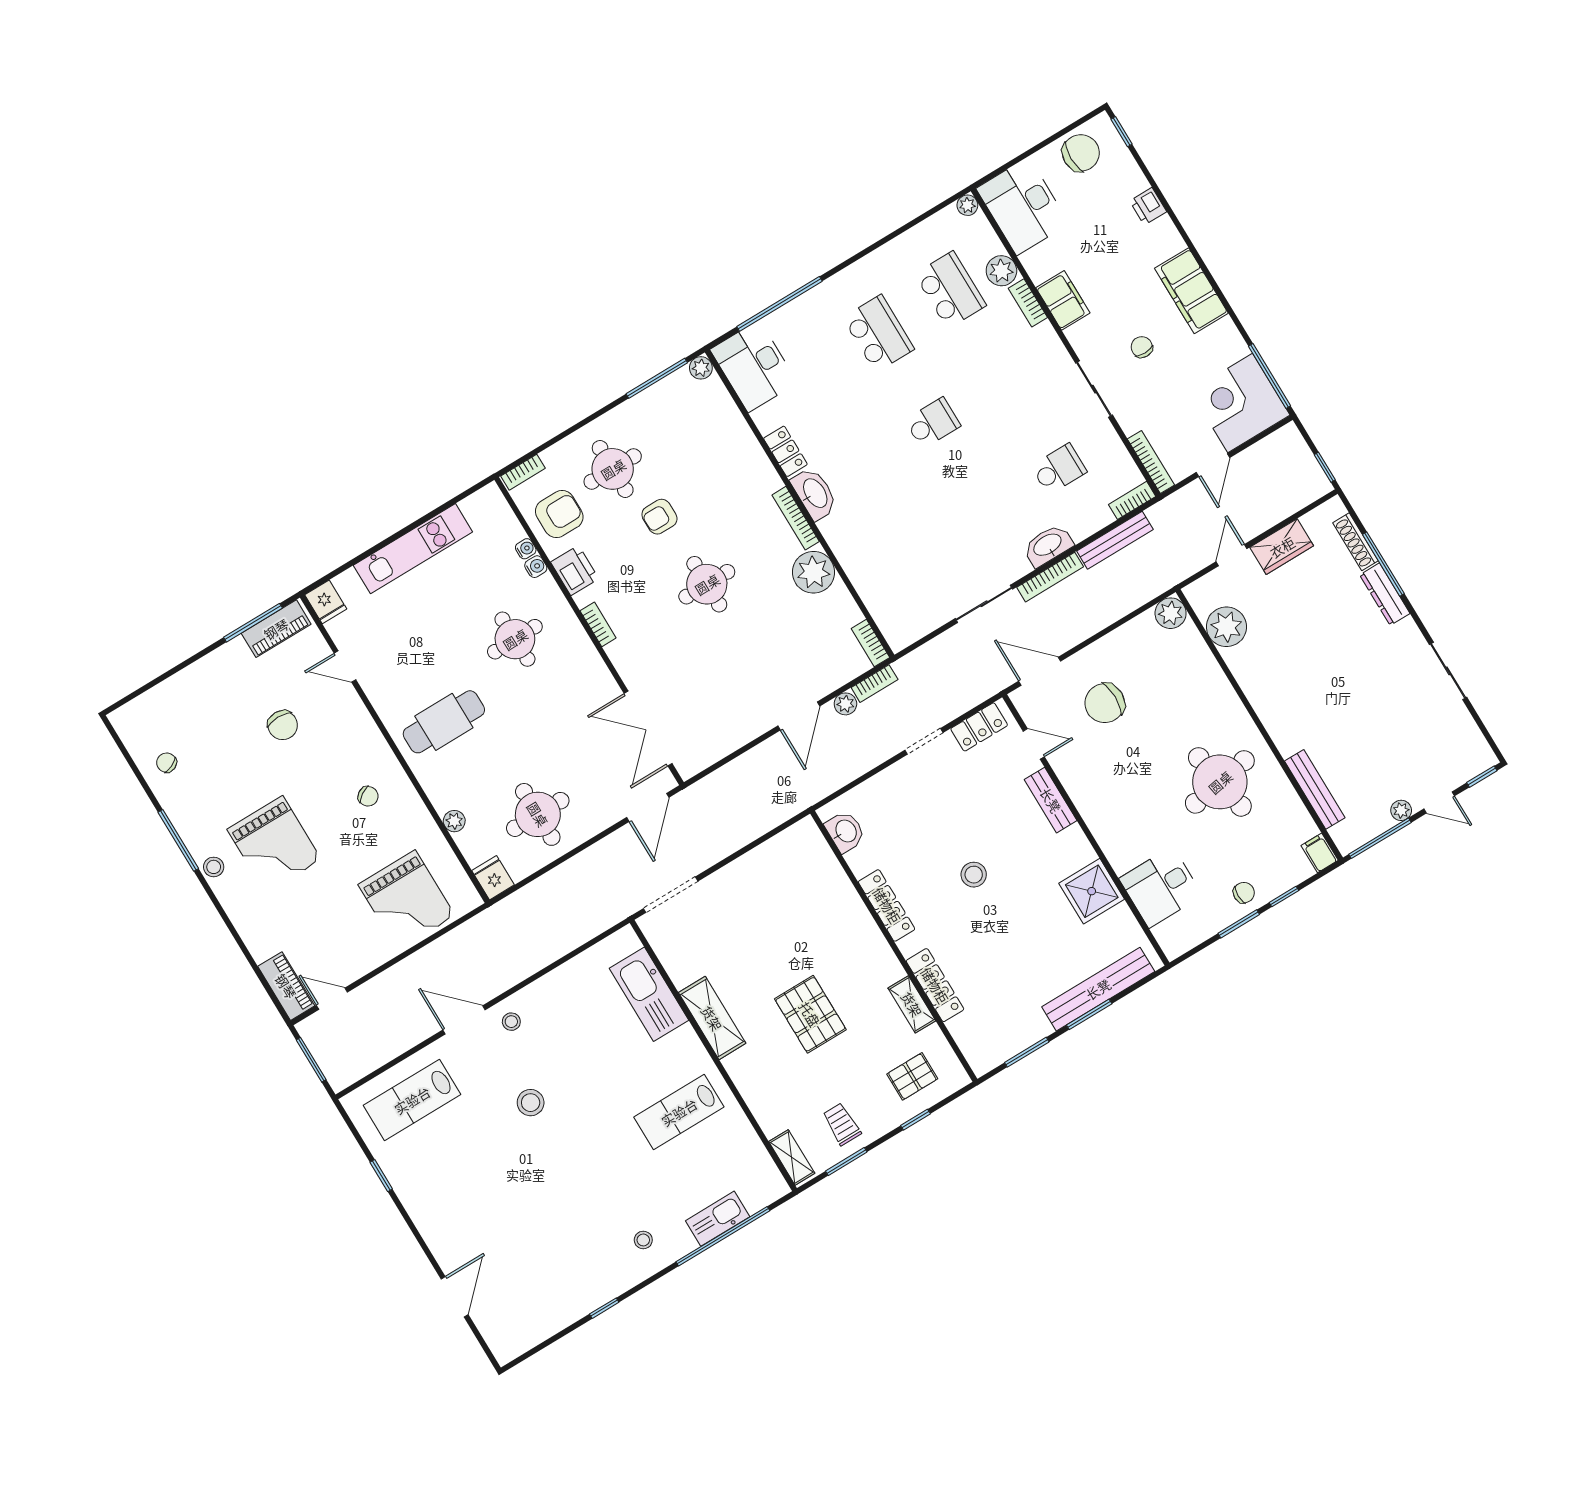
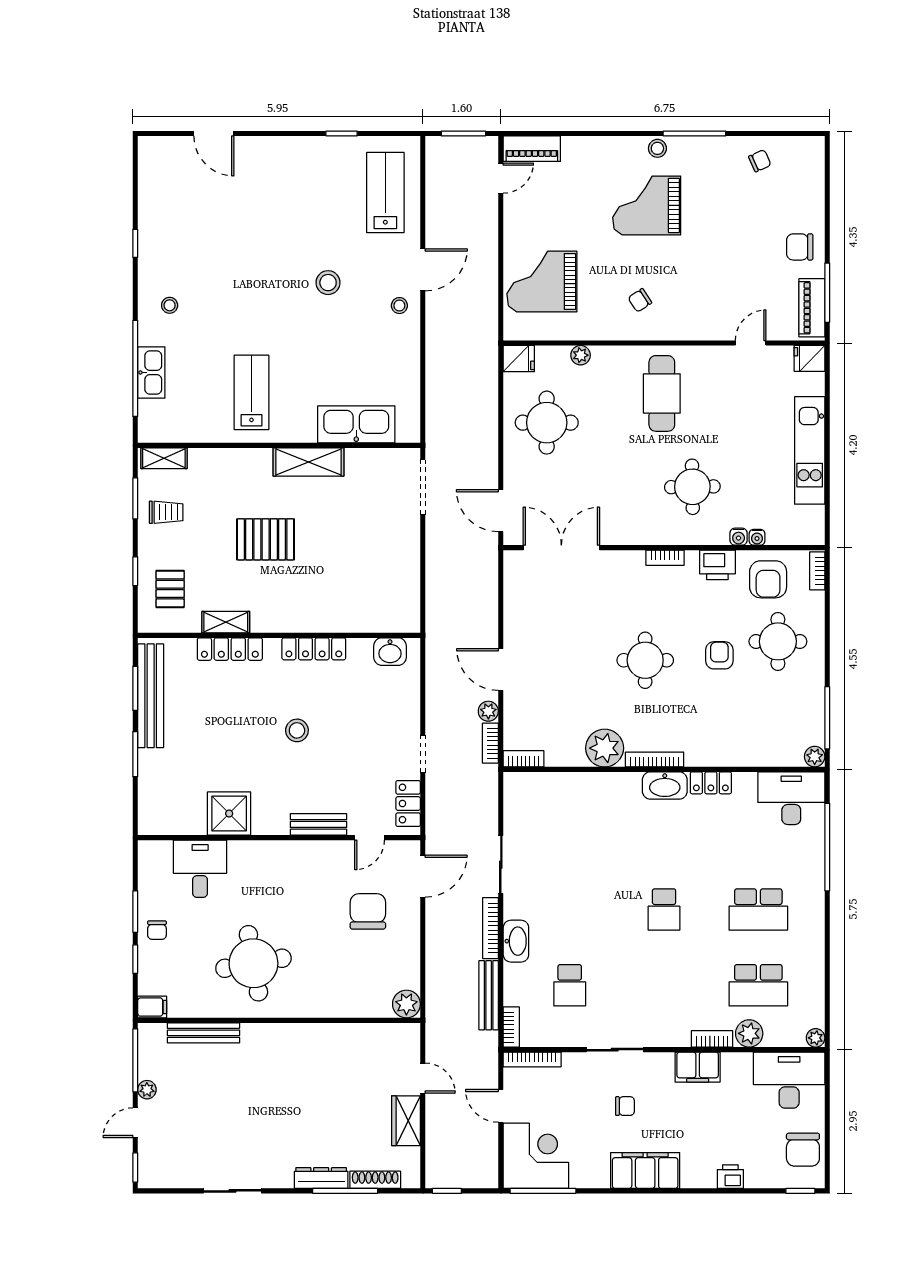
plant: (1226, 627) -> (370, 1041), removed
chair: (283, 725) -> (800, 247), moved
bench: (1098, 989) -> (151, 696), moved

